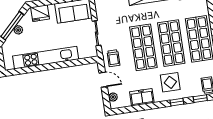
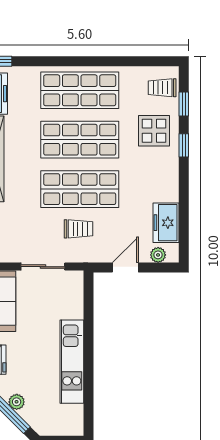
kitchen unit: (46, 58) -> (72, 362), width x0.73
trolley: (113, 58) -> (78, 229), moved
display table: (170, 82) -> (154, 131), moved
freezer: (142, 97) -> (166, 223), moved

